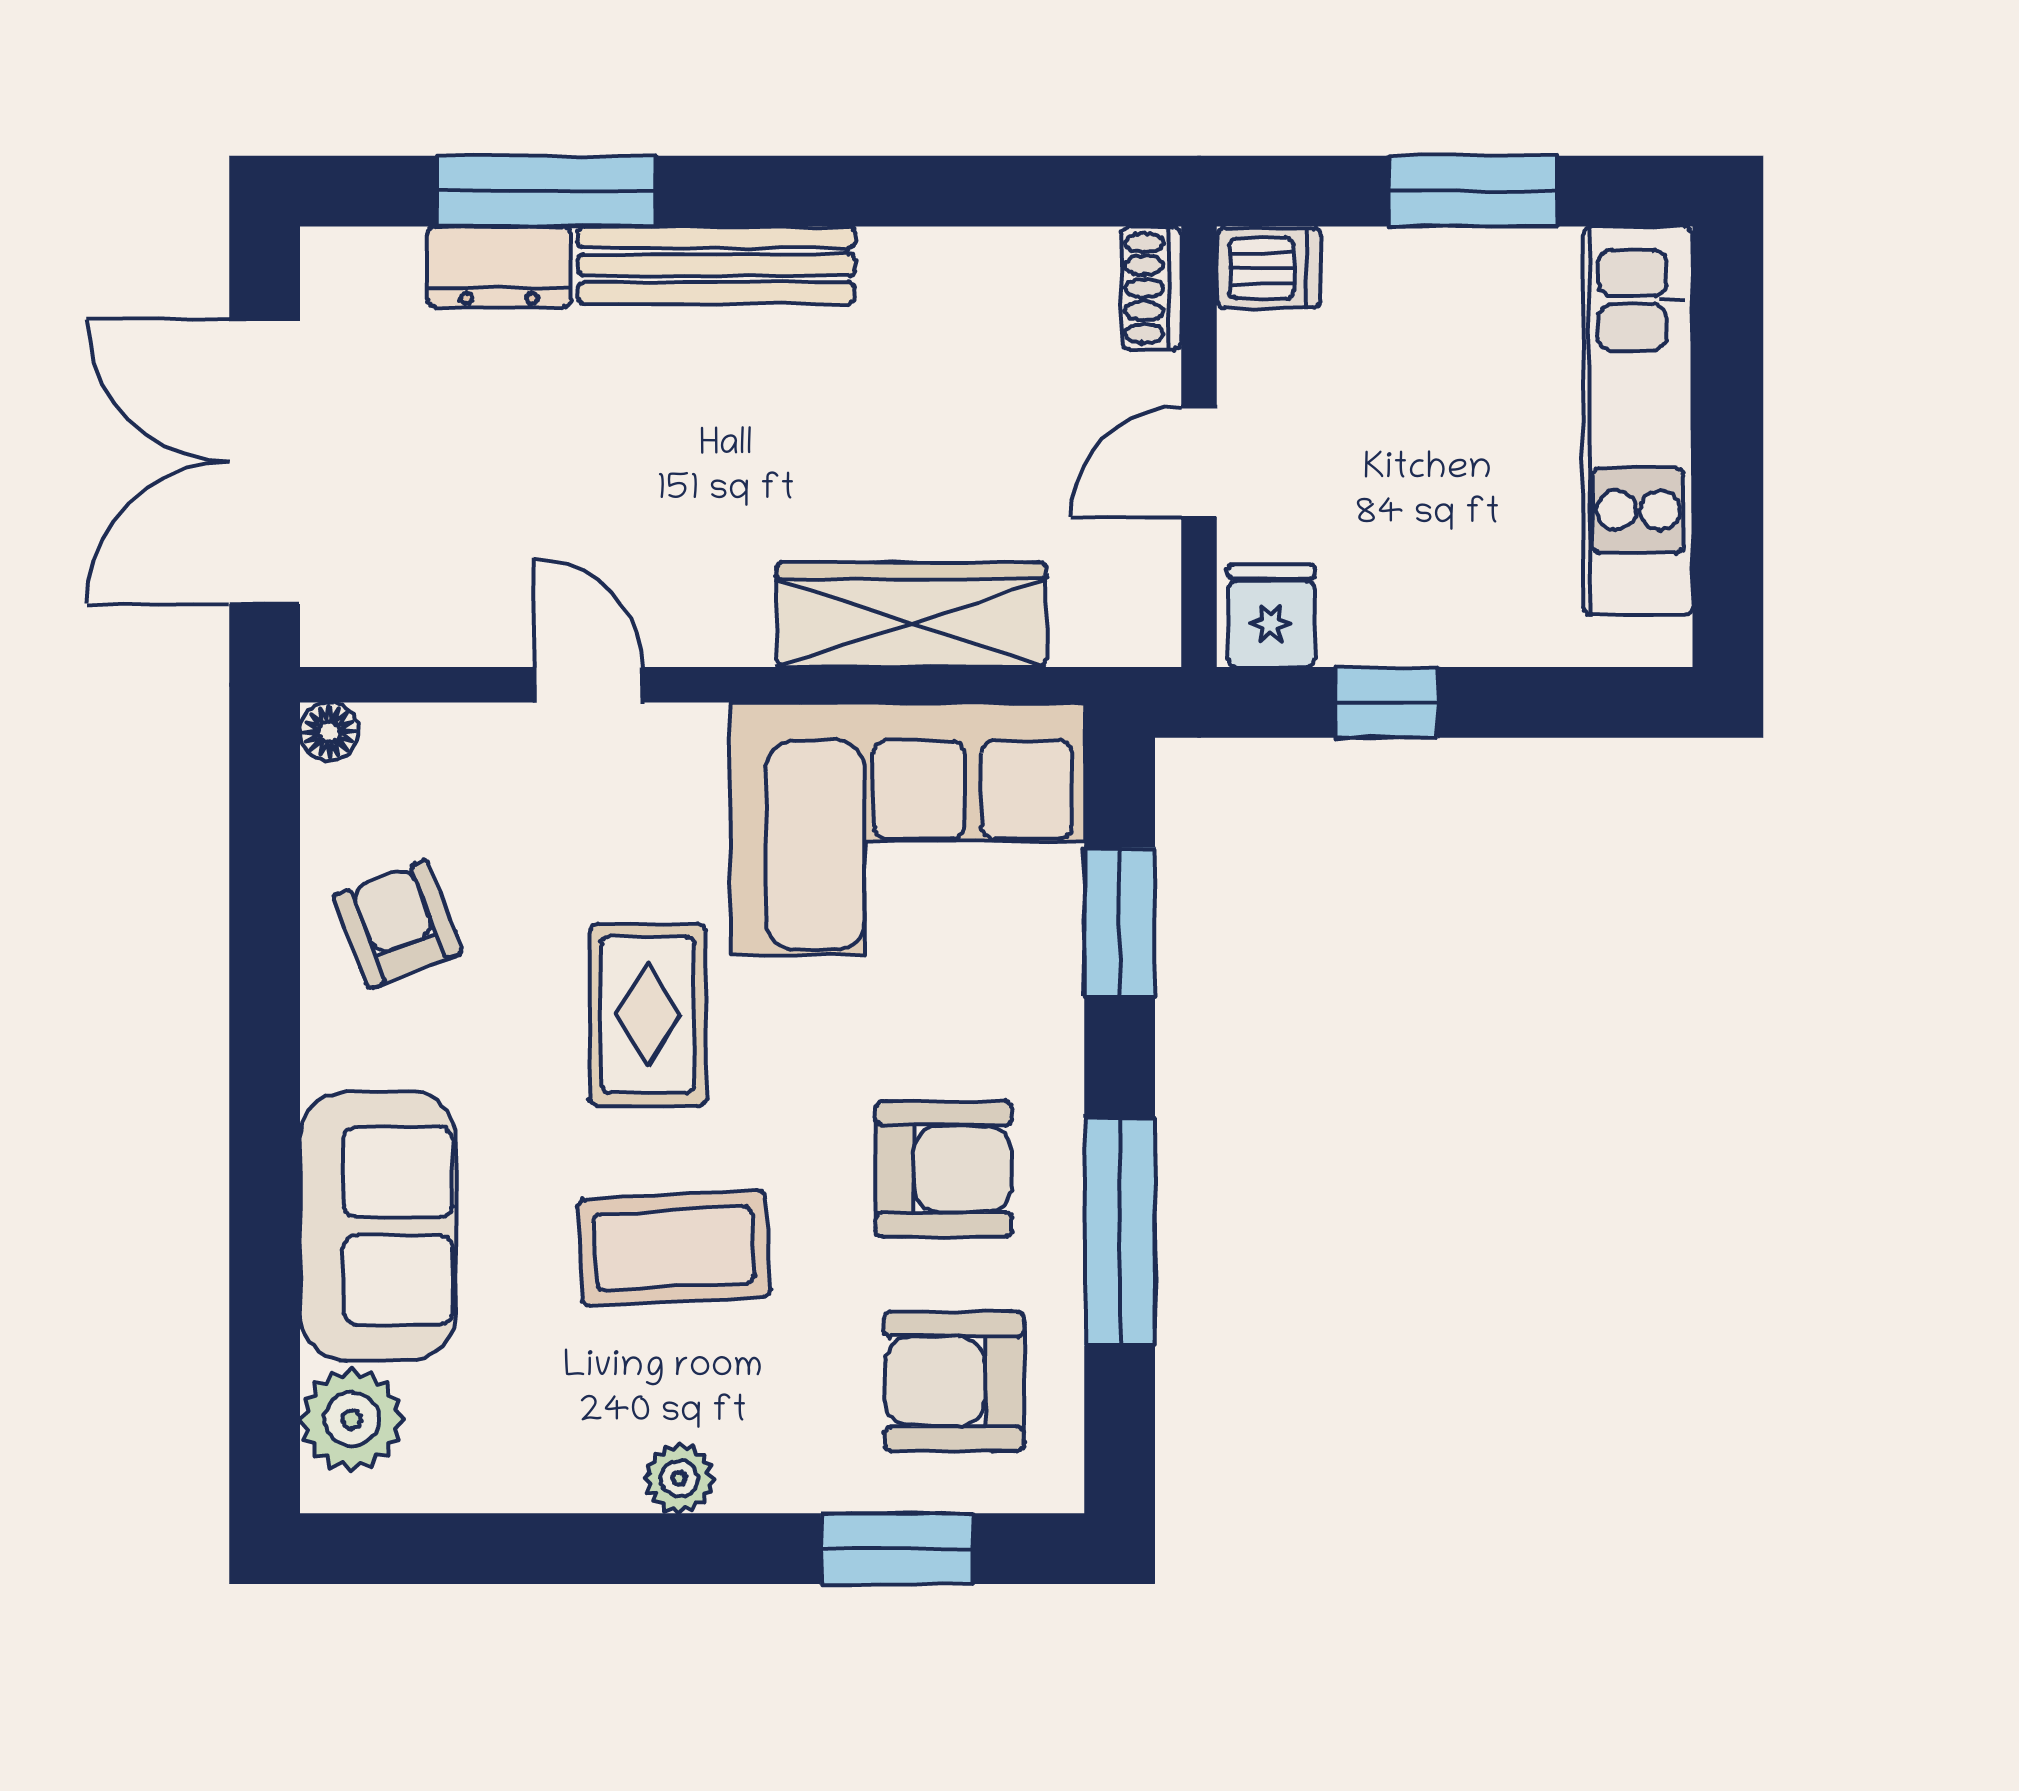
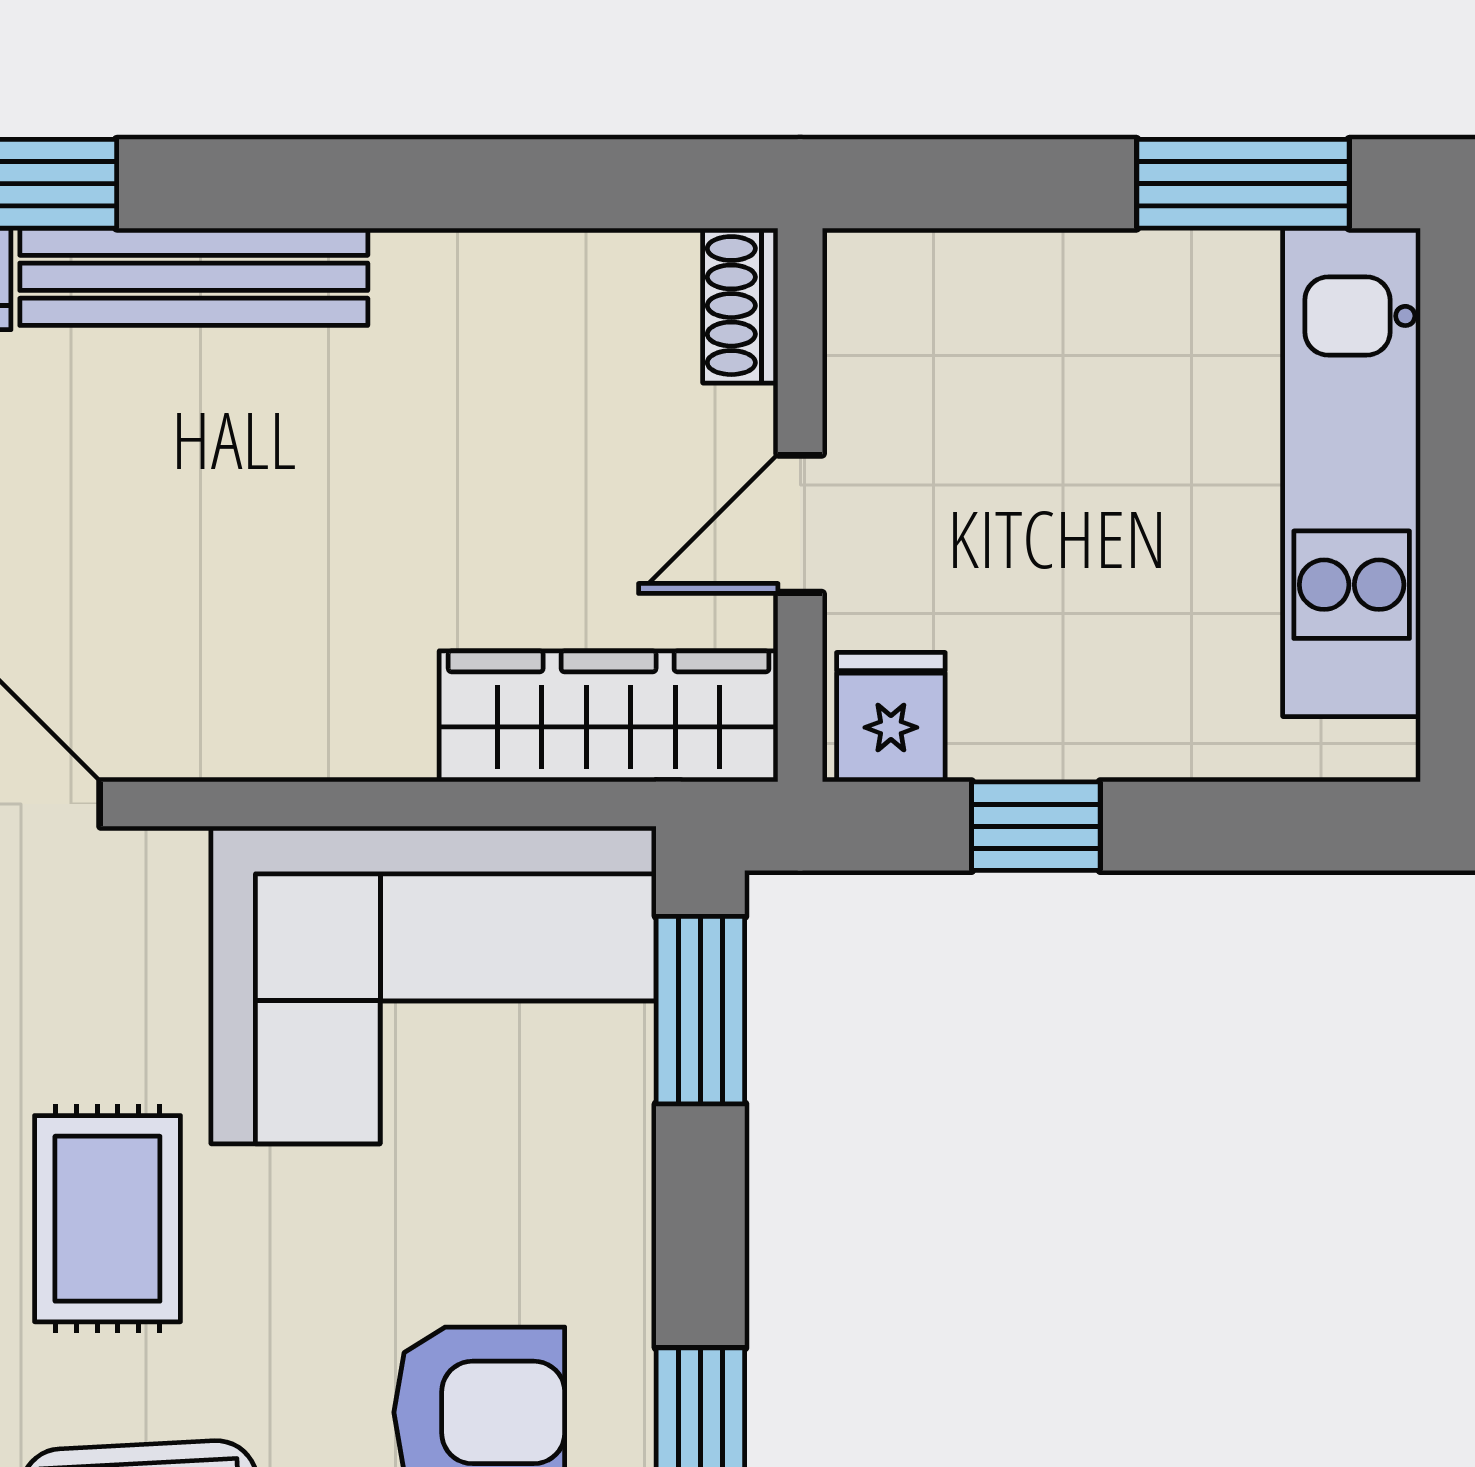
window: (1473, 191) -> (1243, 184), moved
dishwasher: (1269, 268) -> (888, 281), removed
wardrobe: (911, 615) -> (609, 716), moved
window: (1120, 923) -> (700, 1010), moved

